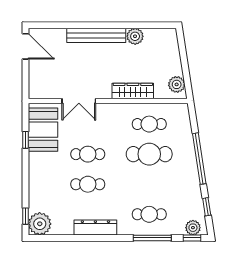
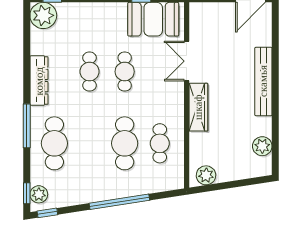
plant: (135, 36) -> (262, 146), moved
wardrobe: (133, 91) -> (198, 107), moved
window: (207, 207) -> (47, 213), moved
cafe table: (149, 214) -> (54, 143), width x1.37, depth x1.35
window: (152, 238) -> (27, 126), moved

